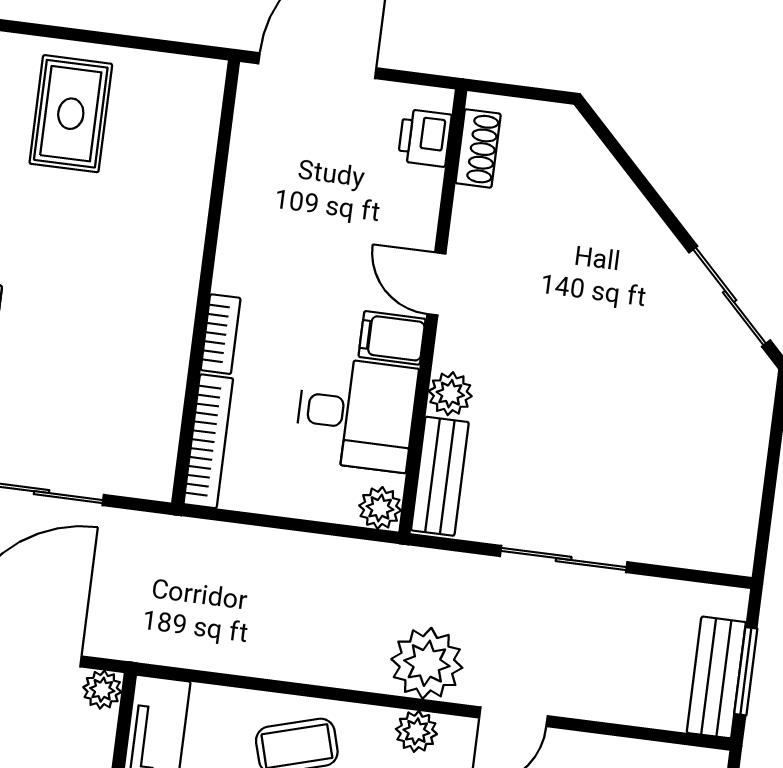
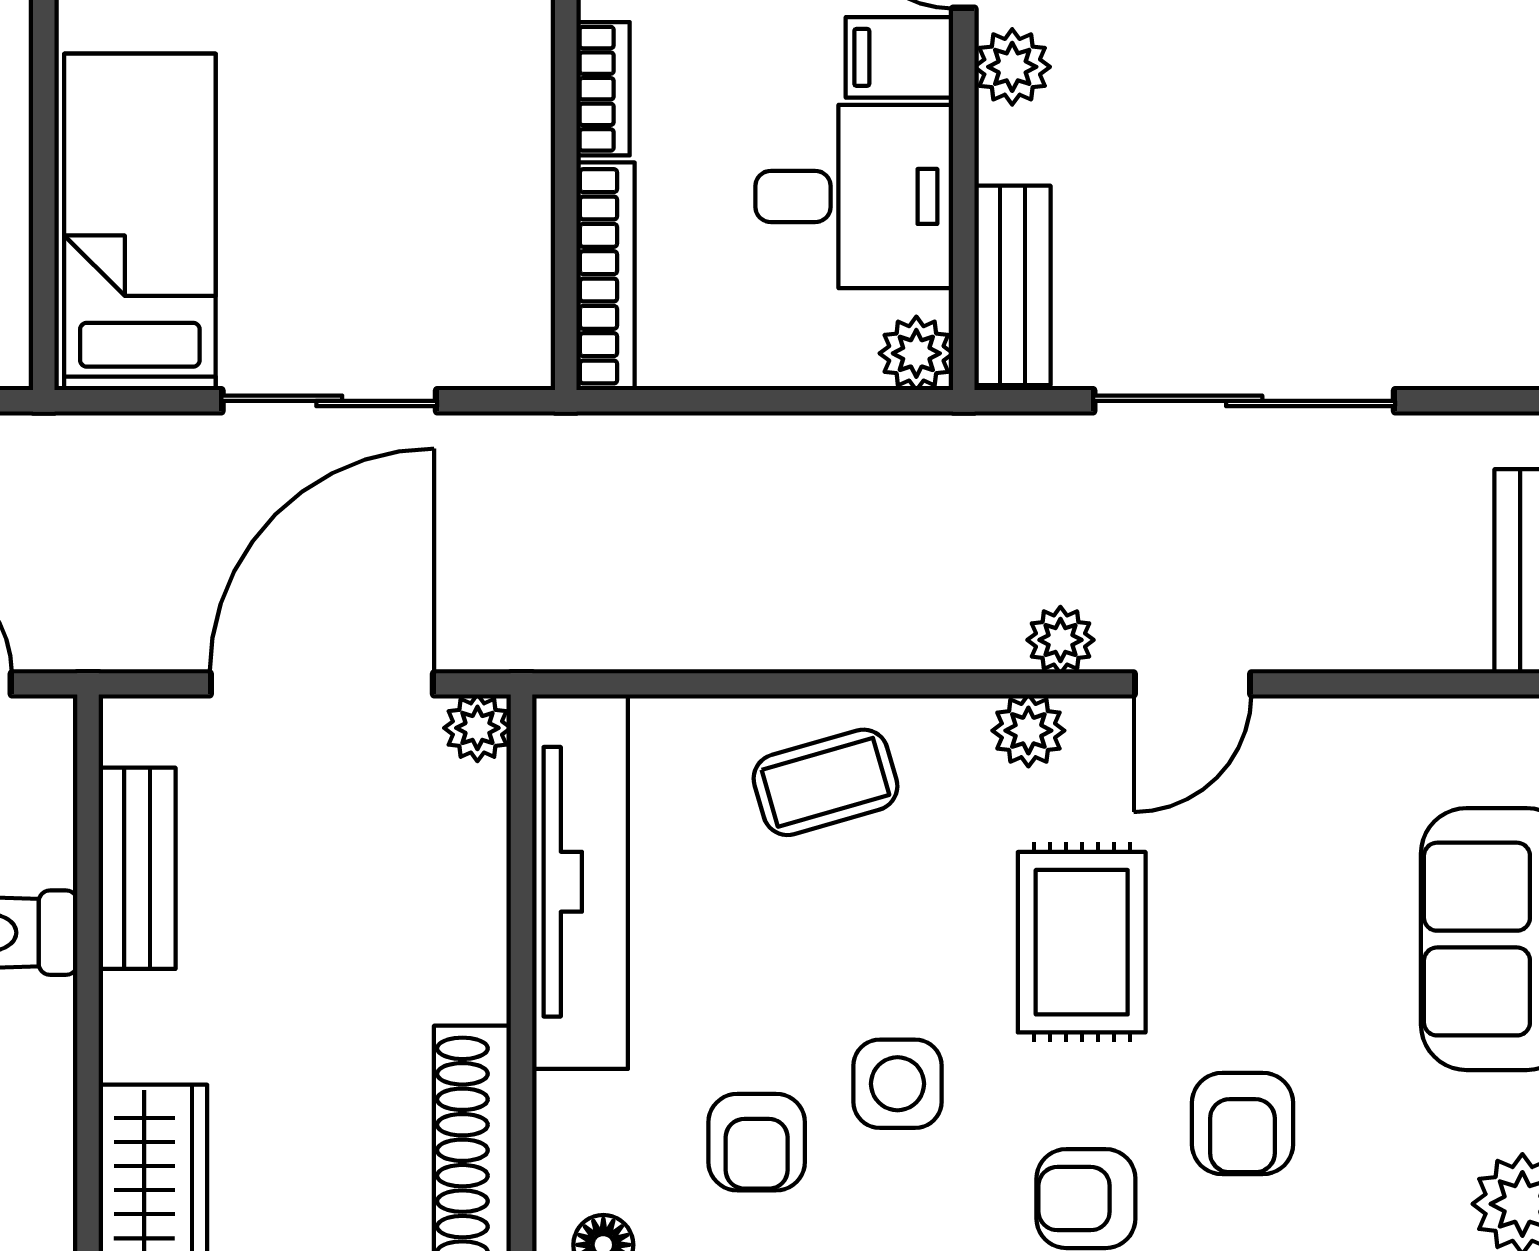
plant: (450, 394) -> (1012, 67), moved
sliding door: (564, 559) -> (1244, 401), width x1.37
plant: (427, 663) -> (1060, 640), width x0.53, depth x0.53

